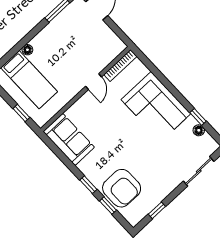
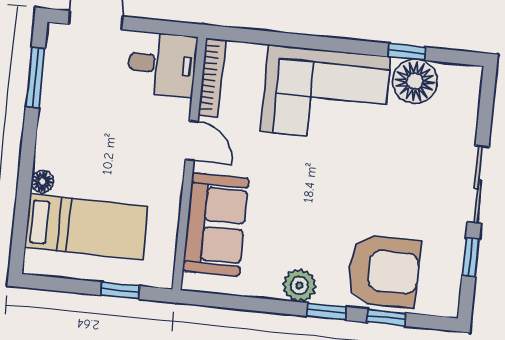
desk: (107, 45) -> (162, 64), added
floor lamp: (199, 130) -> (415, 81), width x1.89, depth x1.89
sofa: (69, 139) -> (216, 225), moved, turned 90
plant: (87, 167) -> (299, 285), added
sliding door: (199, 171) -> (478, 185), moved

